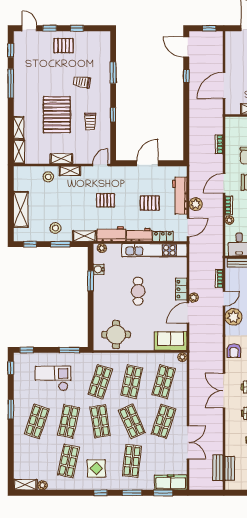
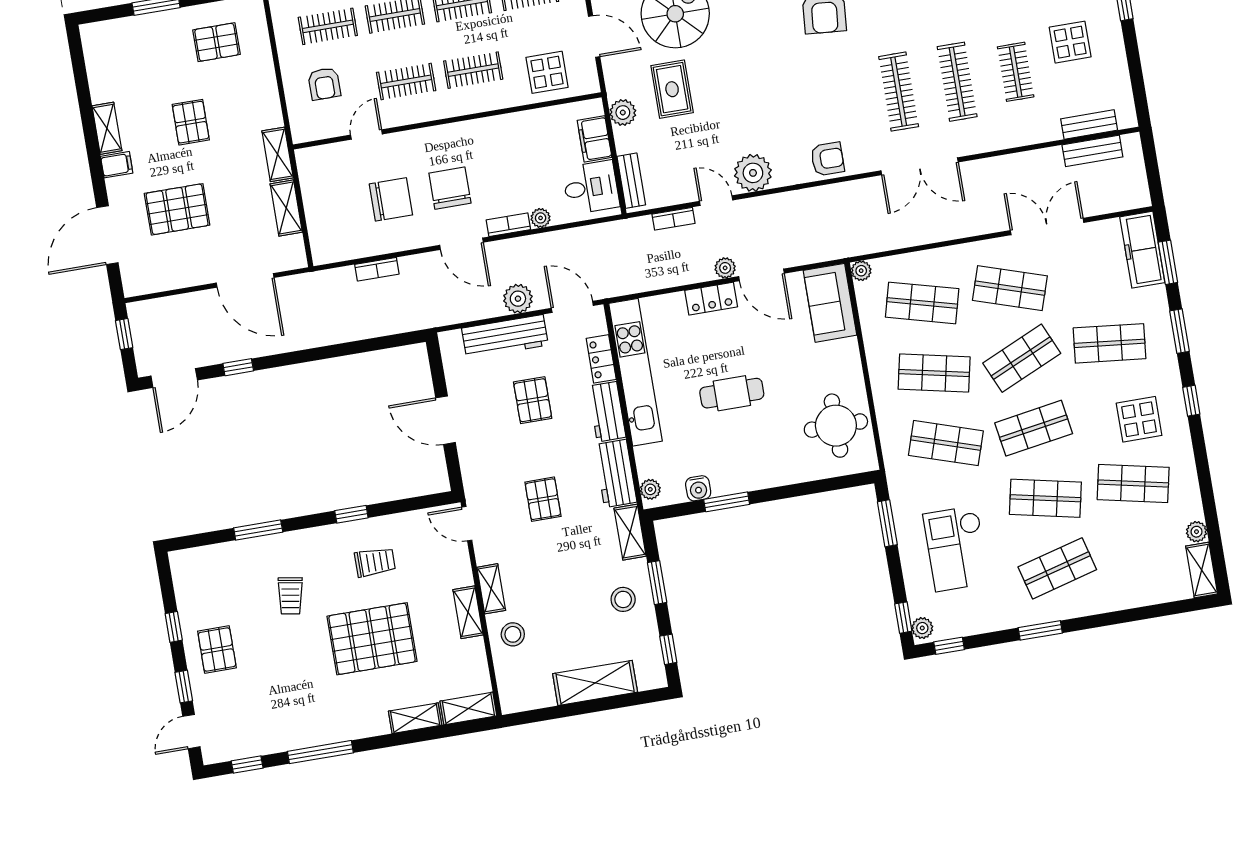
plant: (21, 358) -> (922, 628), added
shop shelf: (37, 421) -> (1057, 568), turned -33

